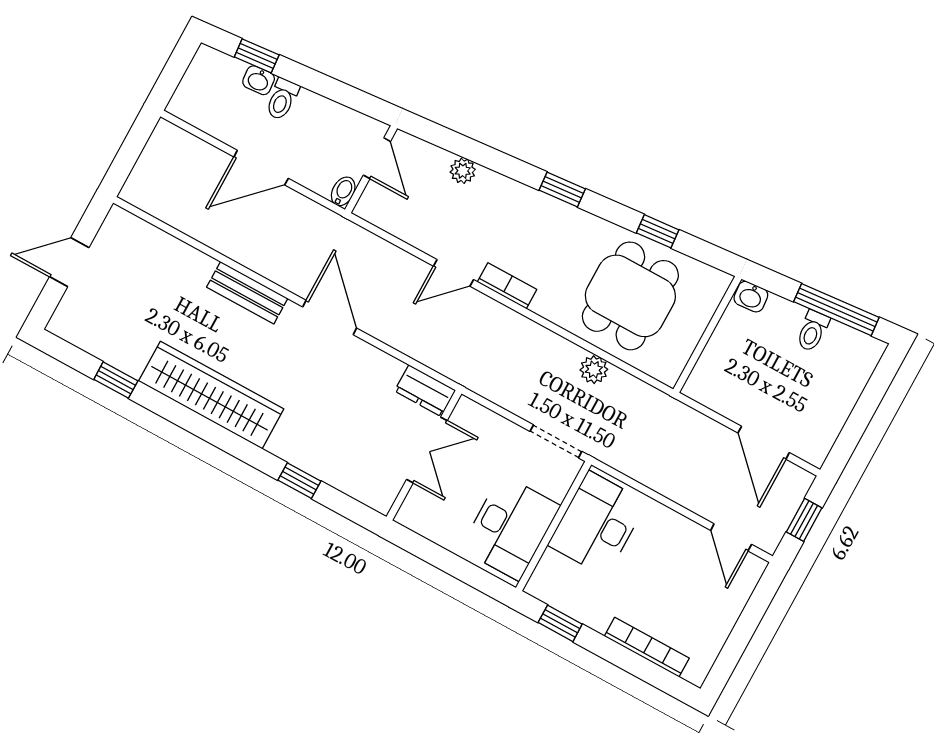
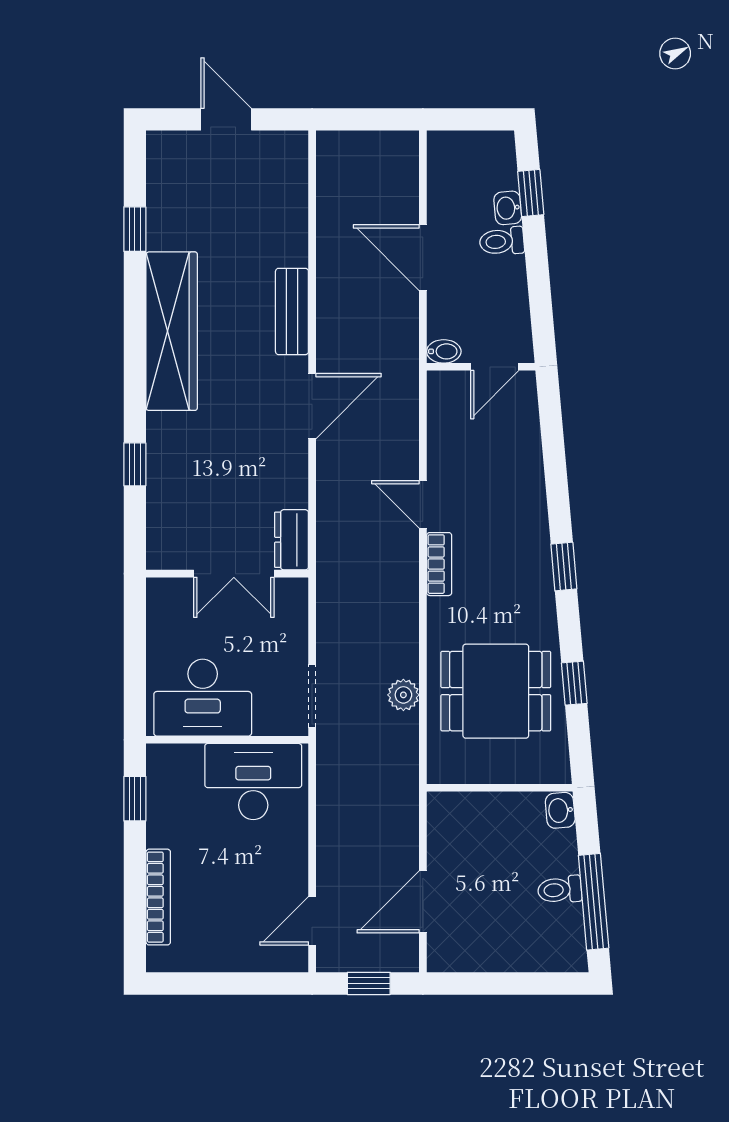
plant: (463, 171) -> (529, 458), removed

